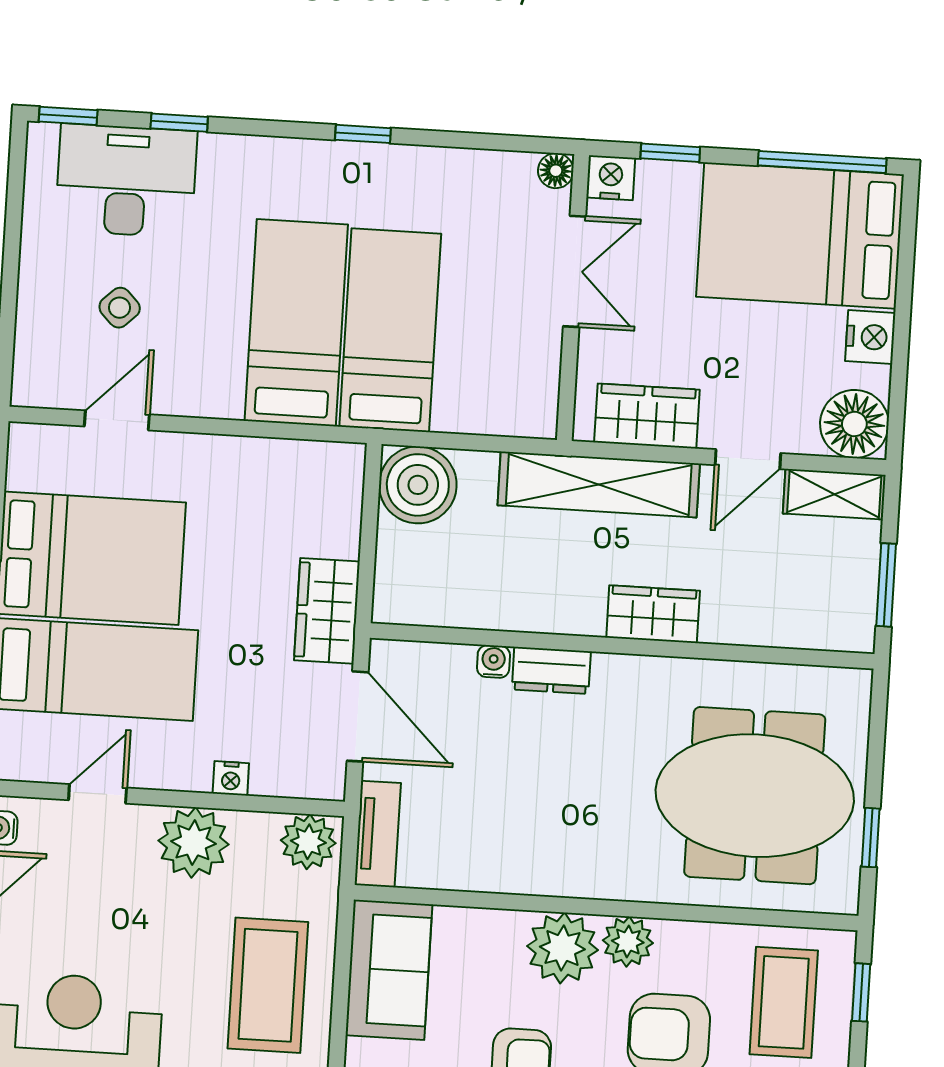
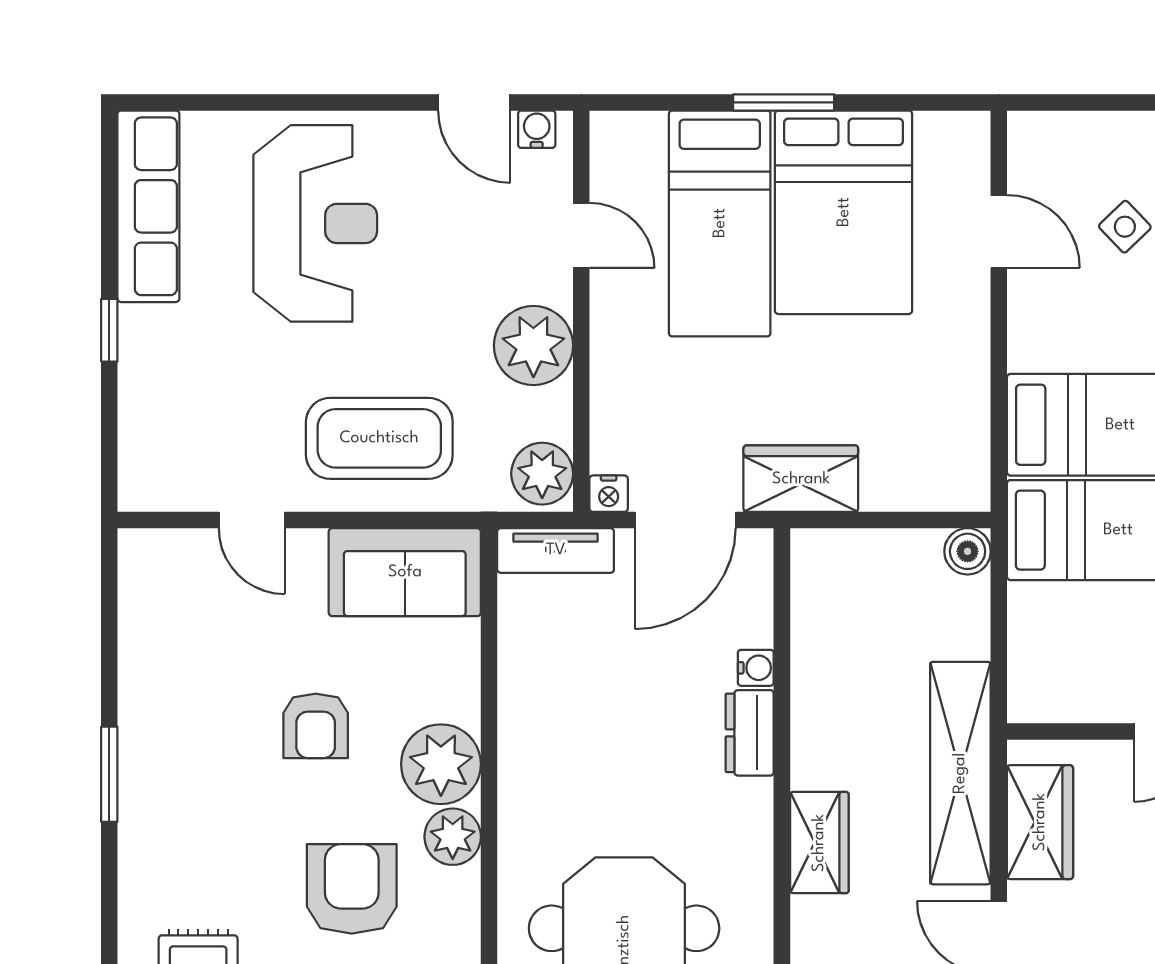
boiler: (418, 485) -> (968, 551), width x0.54, depth x0.54
nightstand: (231, 778) -> (609, 494), moved, turned -90

